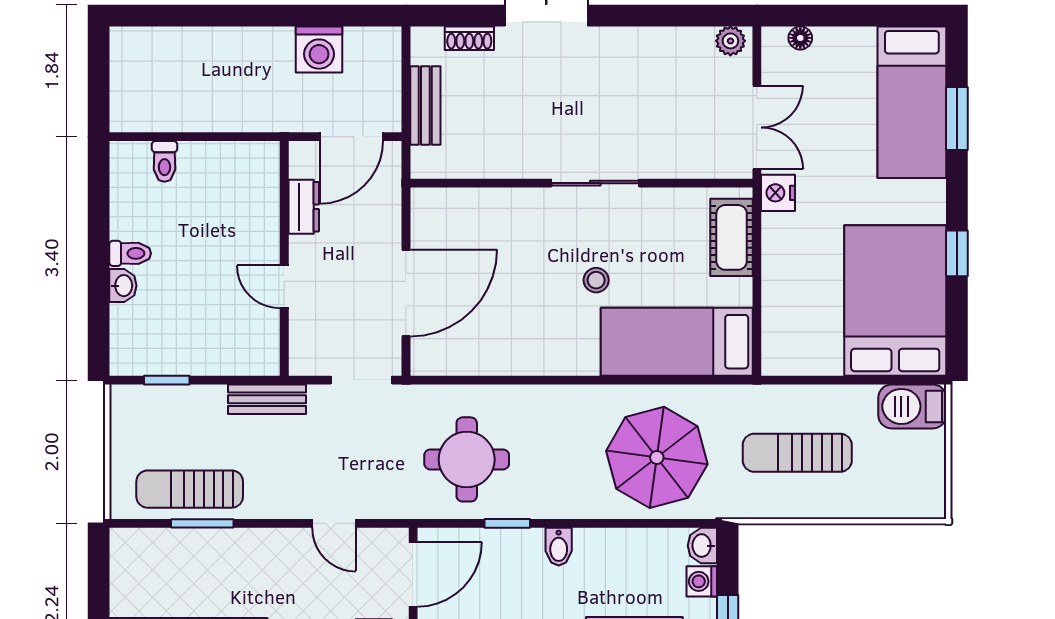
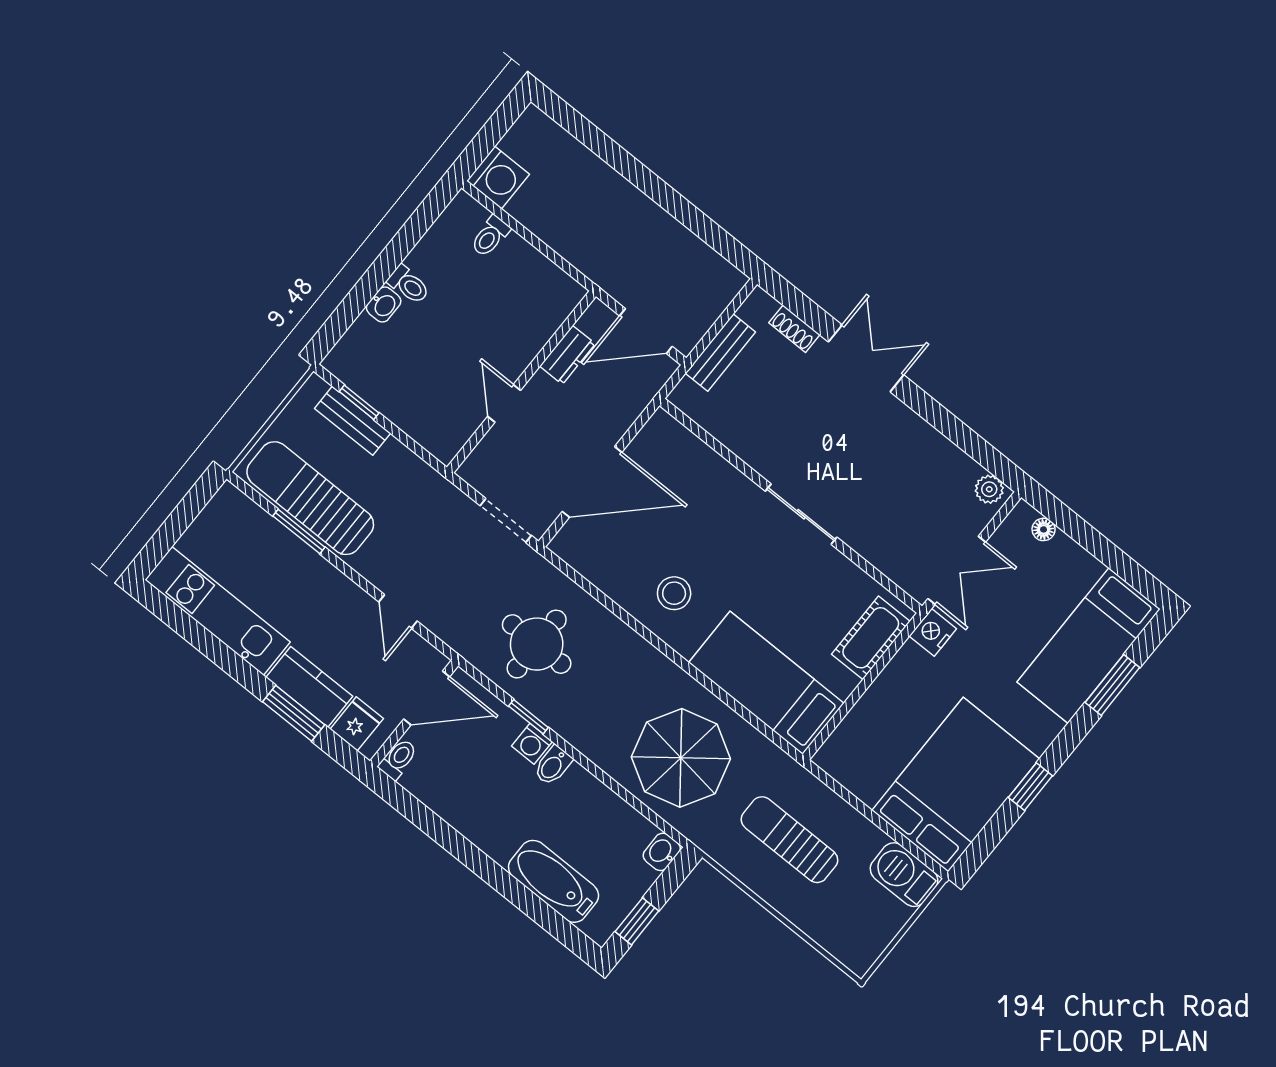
washing machine: (319, 49) -> (498, 178), moved, turned -90
stool: (596, 280) -> (674, 593), moved, width x1.37, depth x1.37
bench: (267, 399) -> (353, 421), moved
sun lounger: (190, 489) -> (310, 498), width x1.36, depth x1.34
washing machine: (702, 581) -> (532, 744), moved, turned -90

